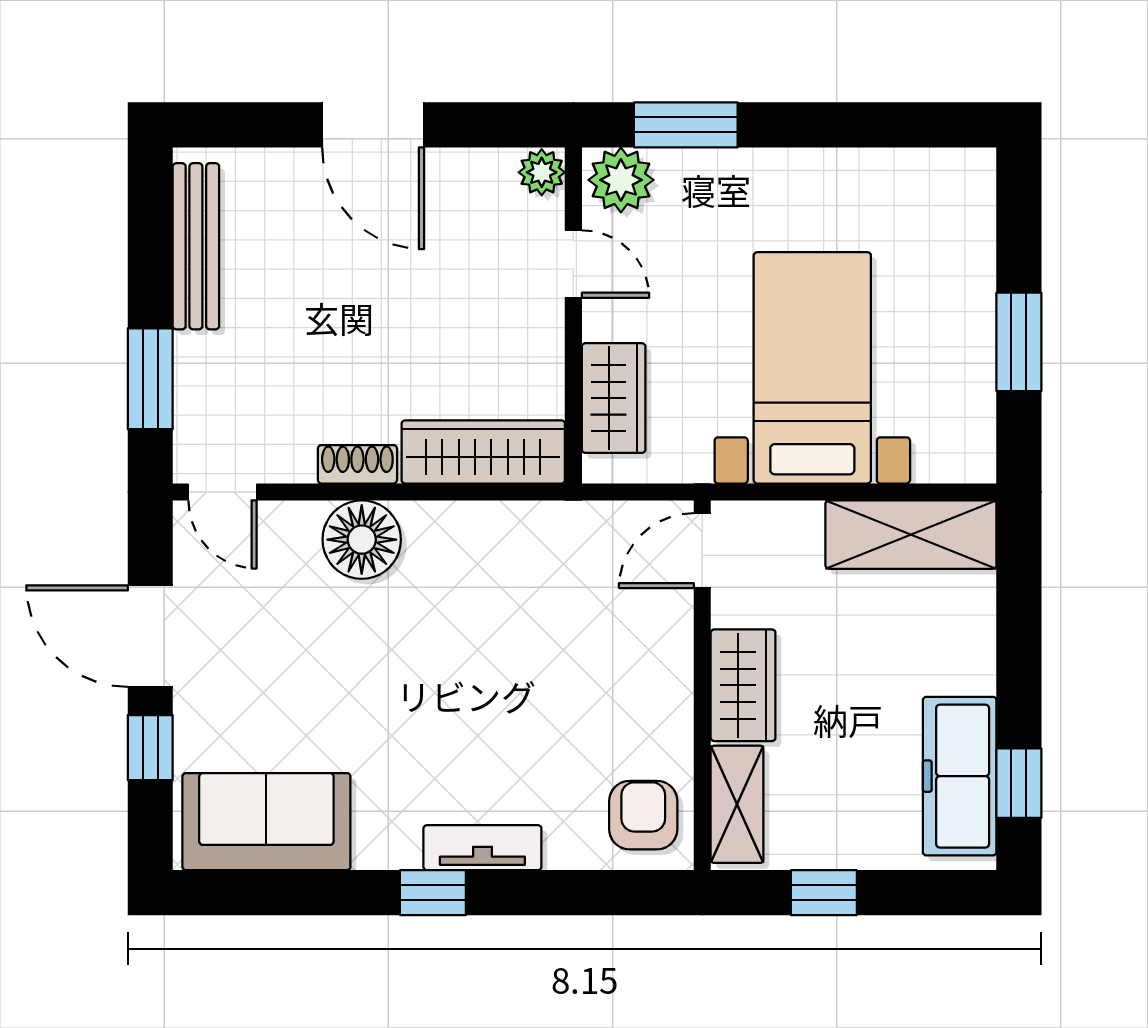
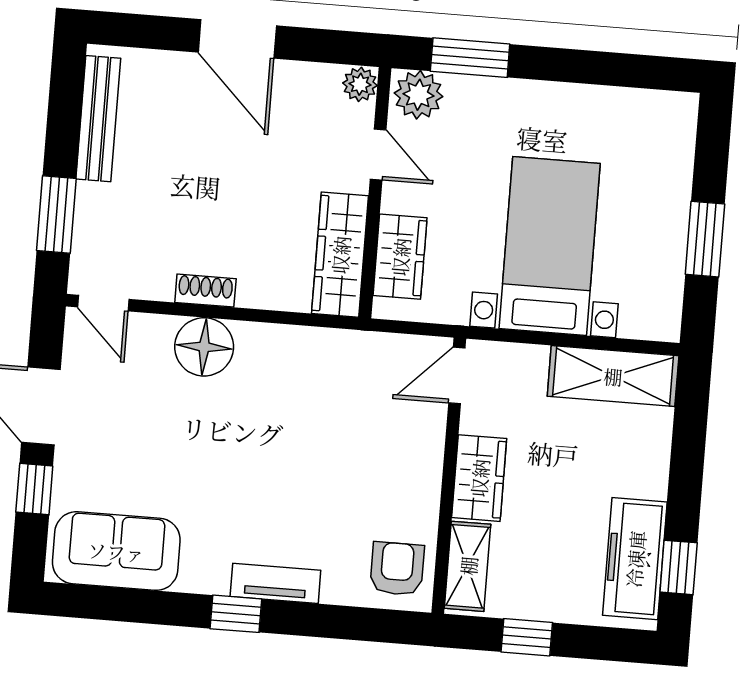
wardrobe: (483, 452) -> (340, 255), moved, turned -90

